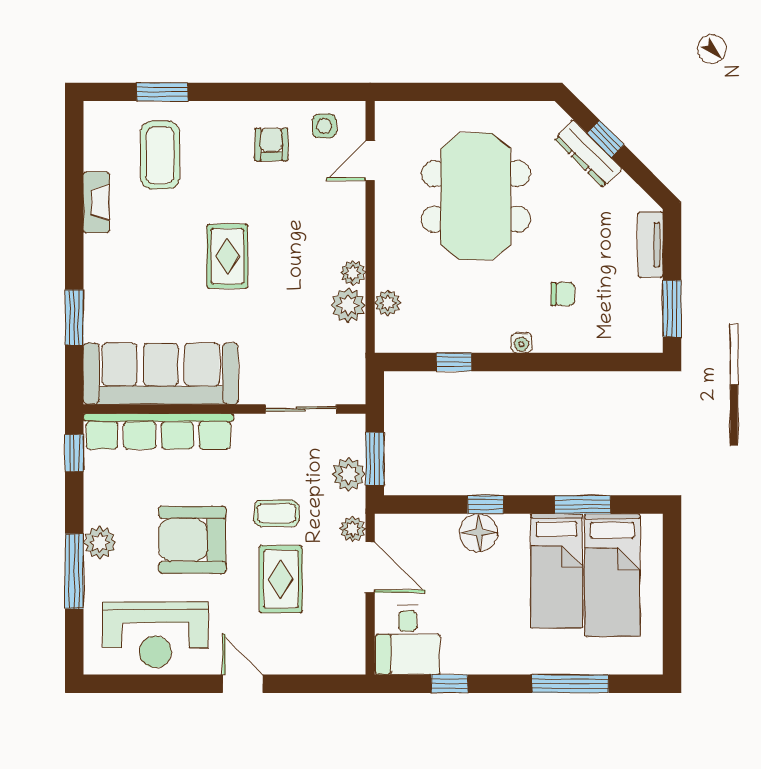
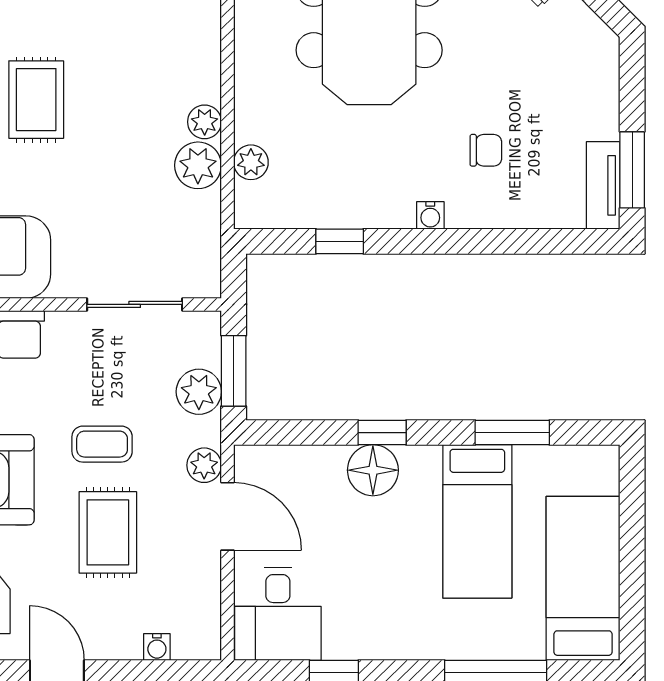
tv unit: (650, 245) -> (603, 185), moved
bed: (612, 575) -> (583, 578), moved, turned 180
water cooler: (317, 665) -> (157, 647), added

